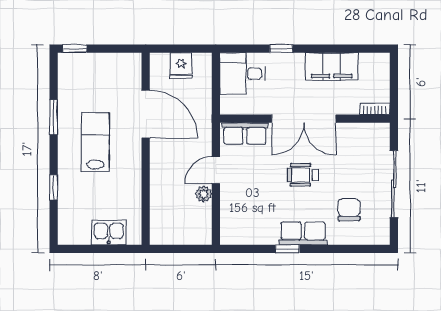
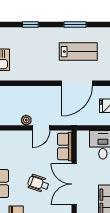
lab bench: (95, 142) -> (78, 52), moved
door: (216, 170) -> (41, 128), swing flipped
wheelchair: (303, 175) -> (38, 183), turned -71

